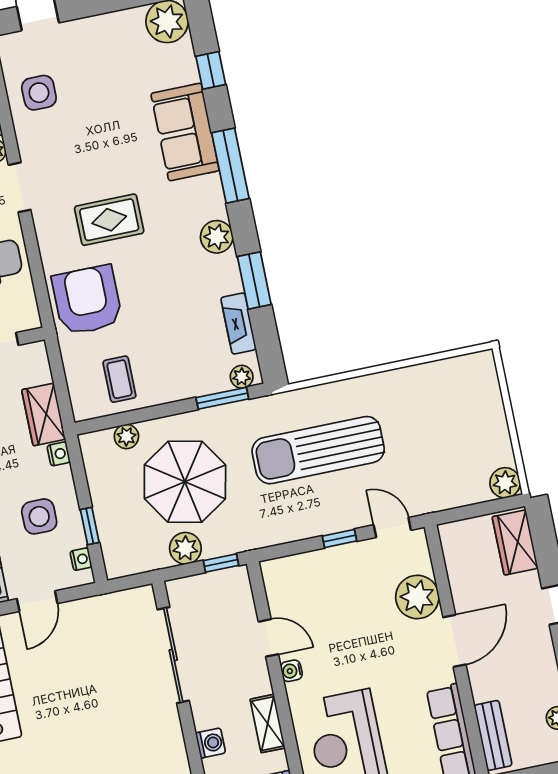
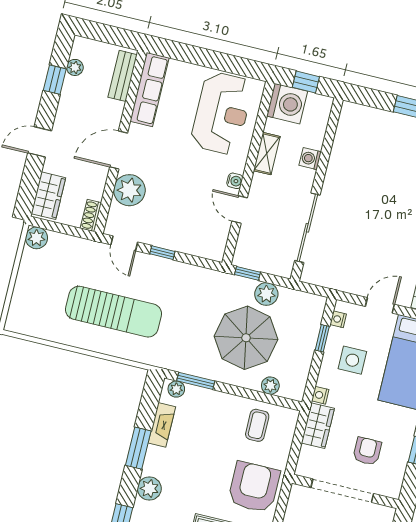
armchair: (87, 300) -> (254, 487), turned 180
sun lounger: (318, 450) -> (114, 312), moved
shoe rack: (450, 543) -> (91, 216), added

